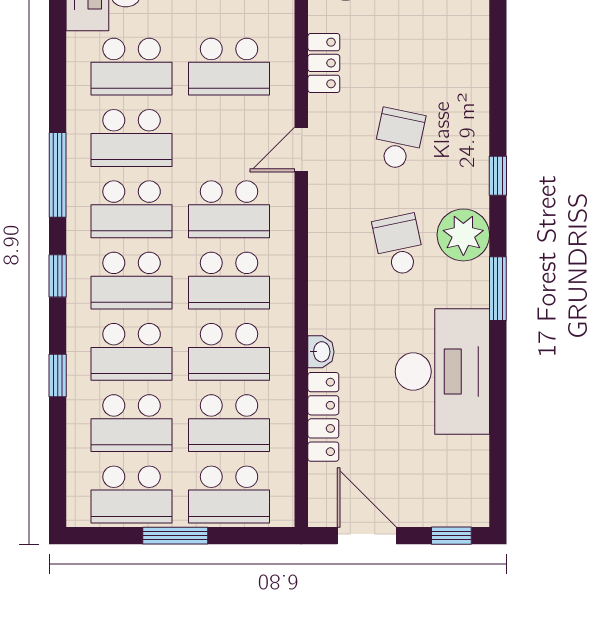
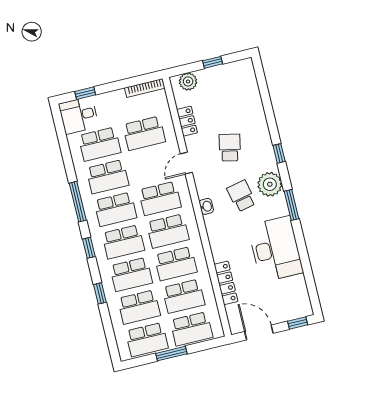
washbasin: (321, 352) -> (206, 206), moved

